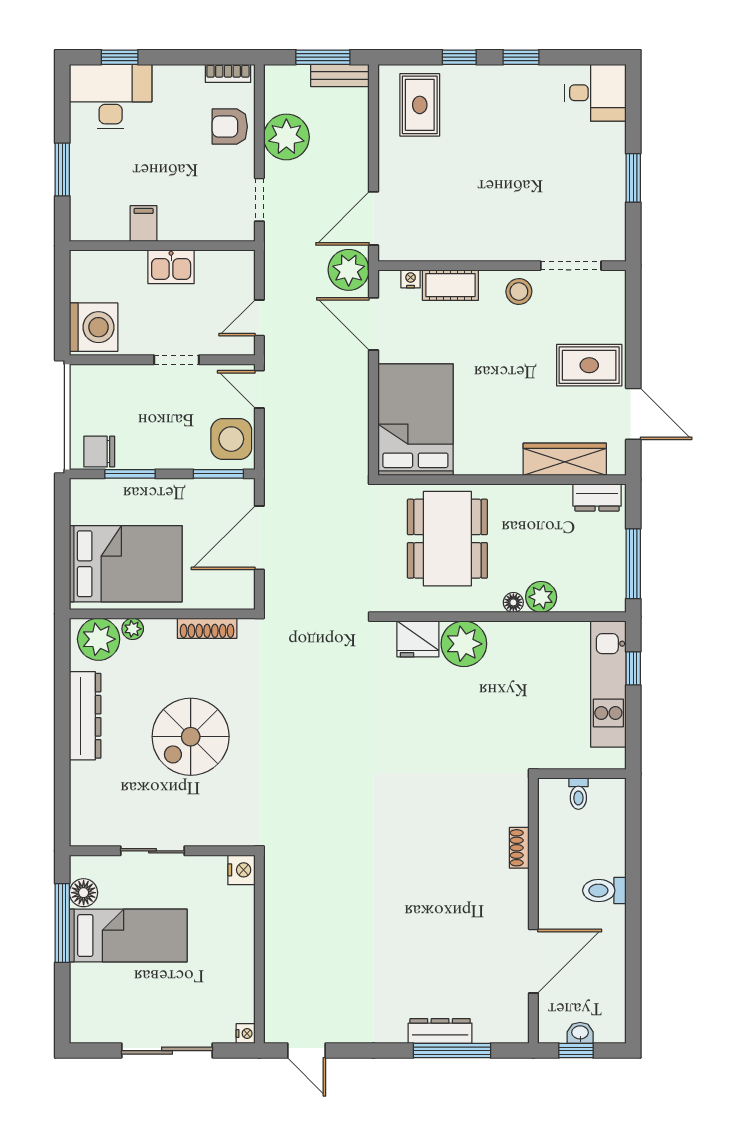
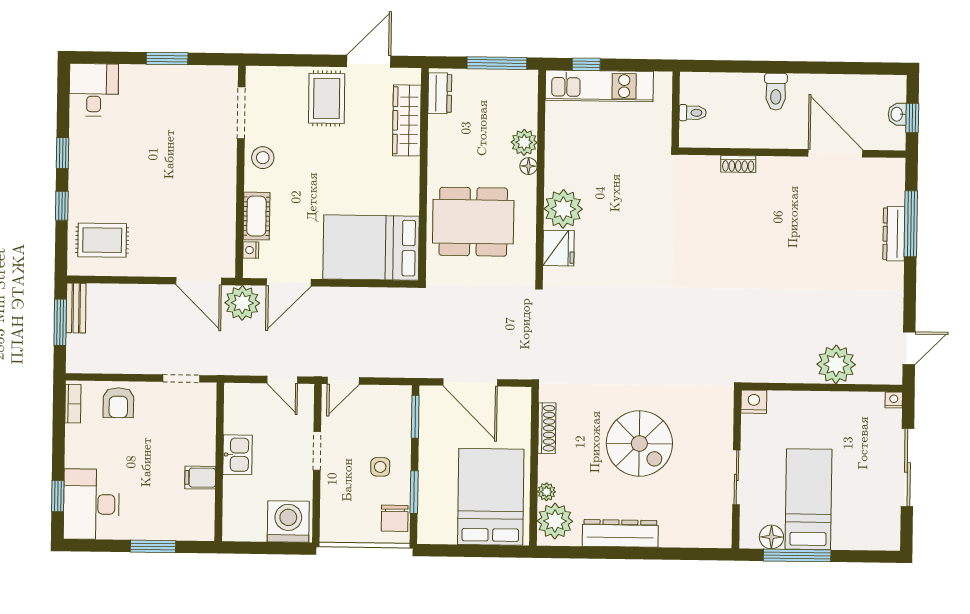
plant: (286, 137) -> (836, 364), moved
side table: (231, 439) -> (380, 467), moved, width x0.54, depth x0.54

